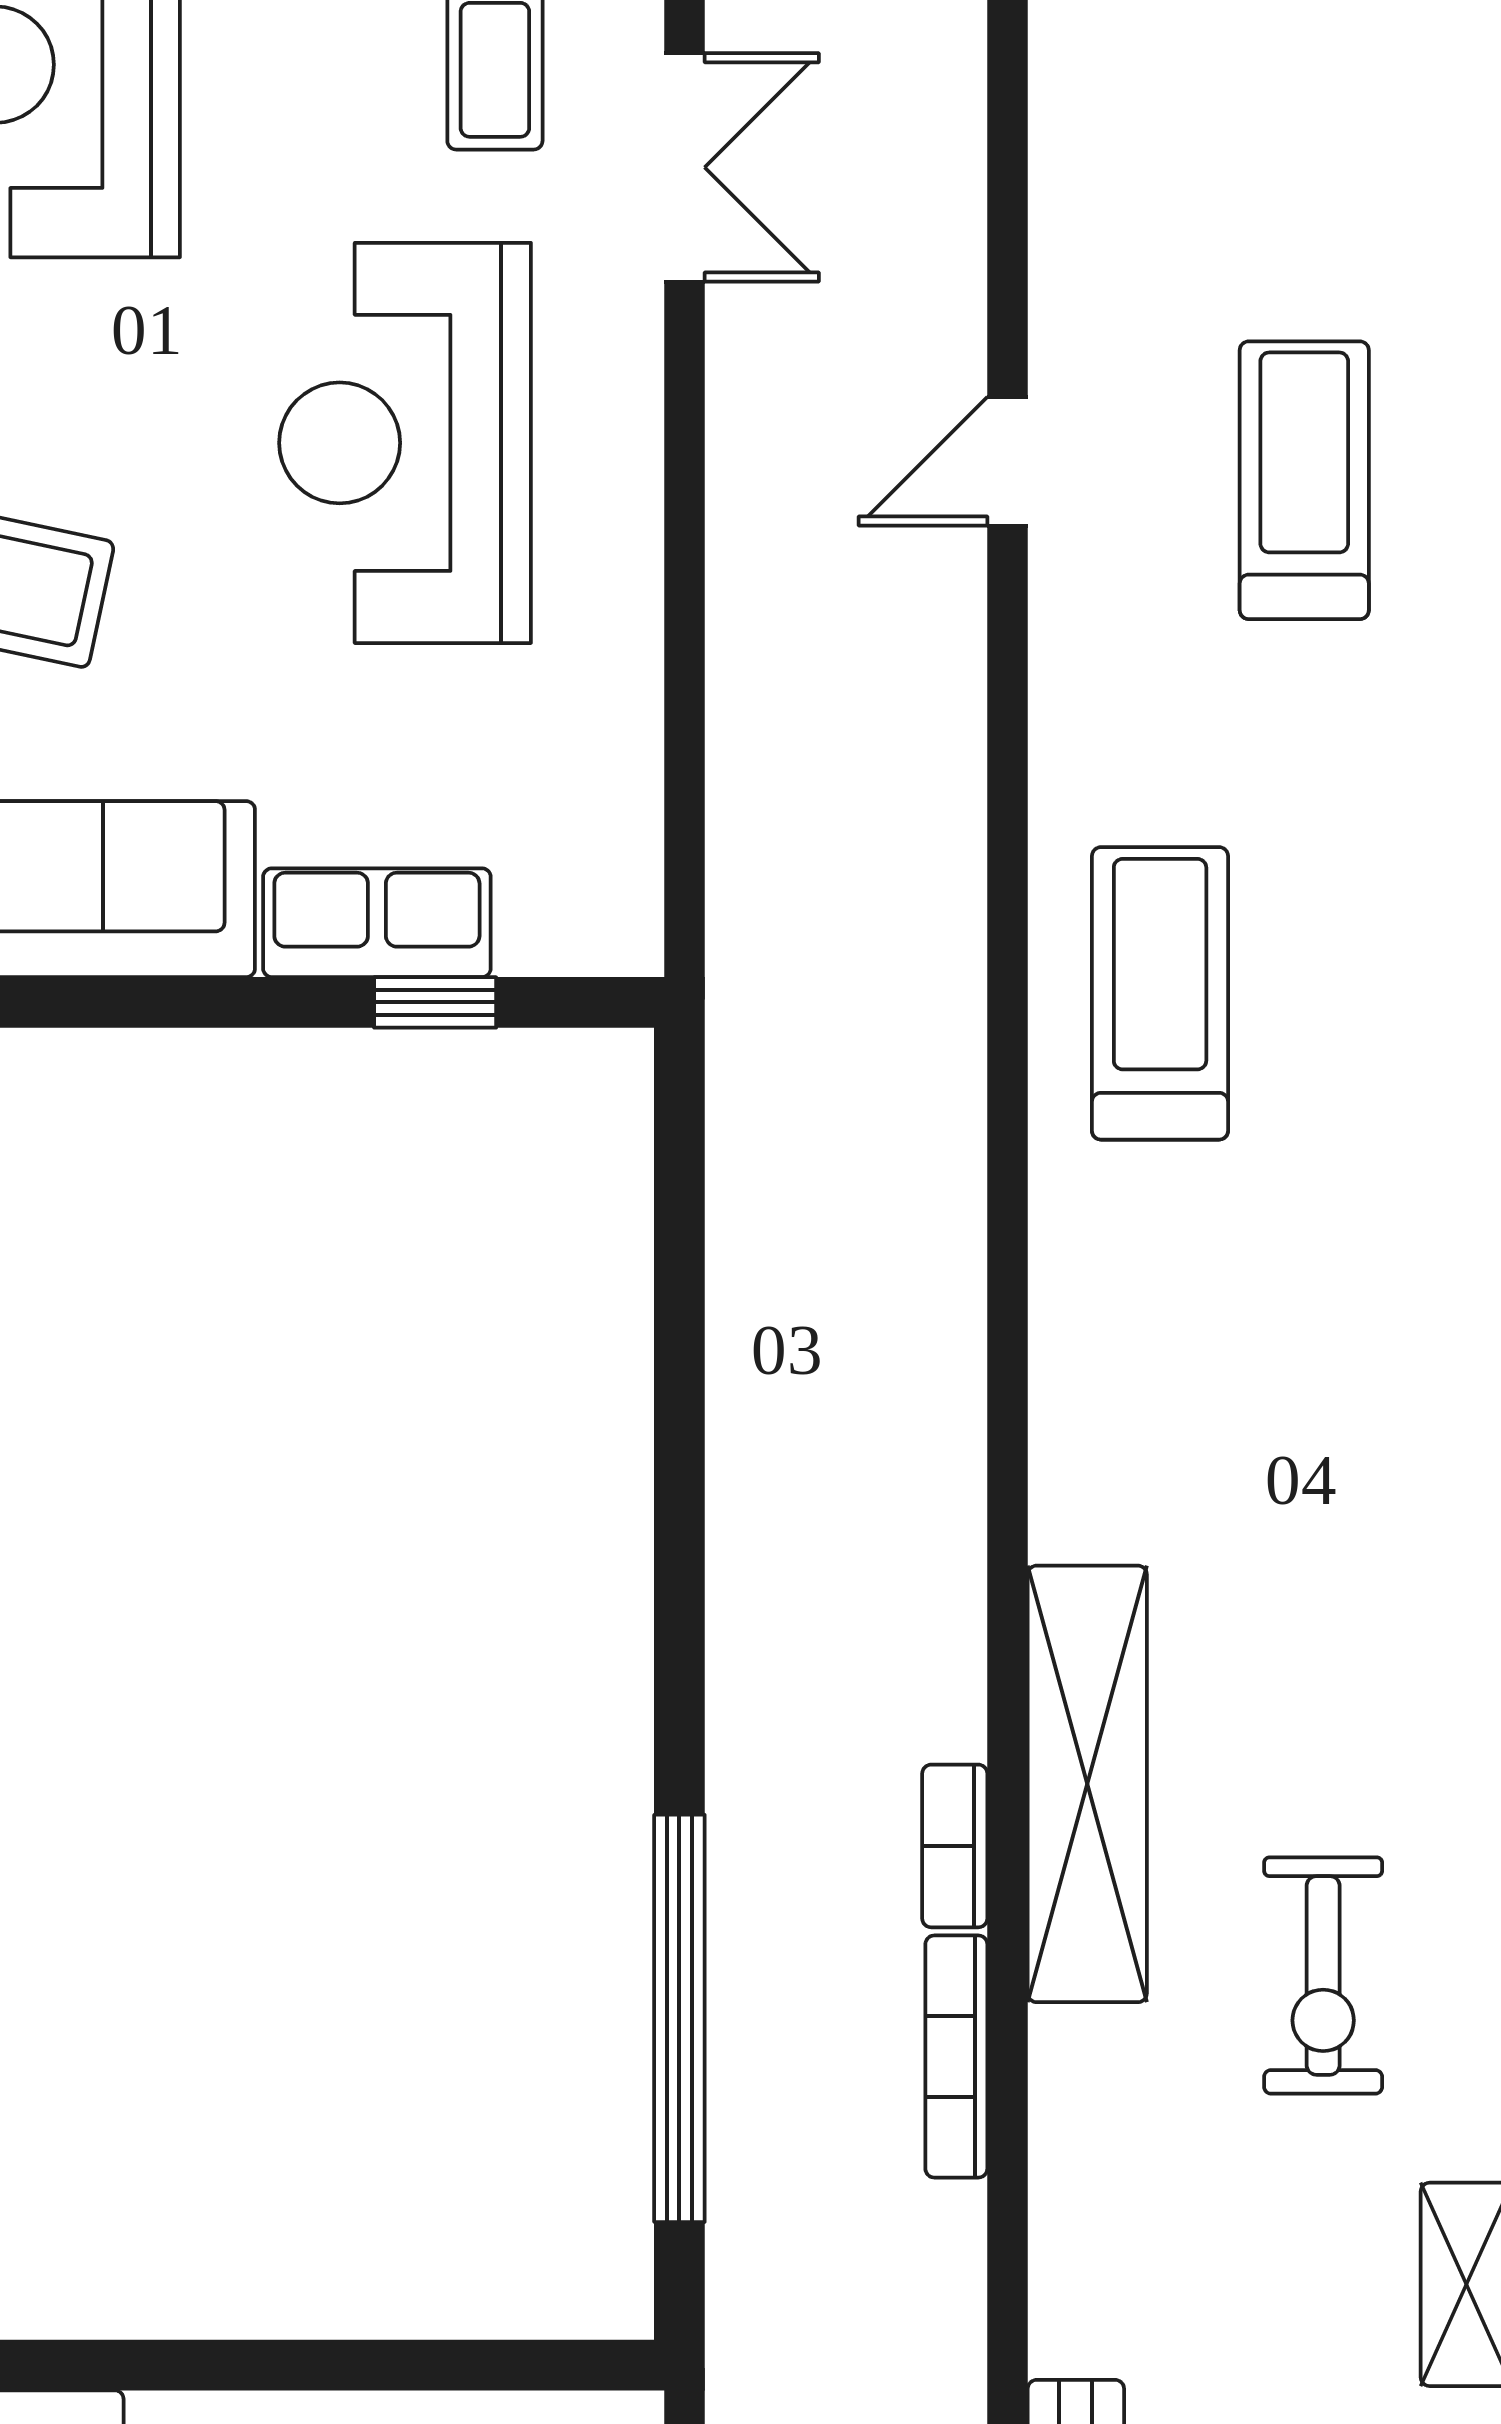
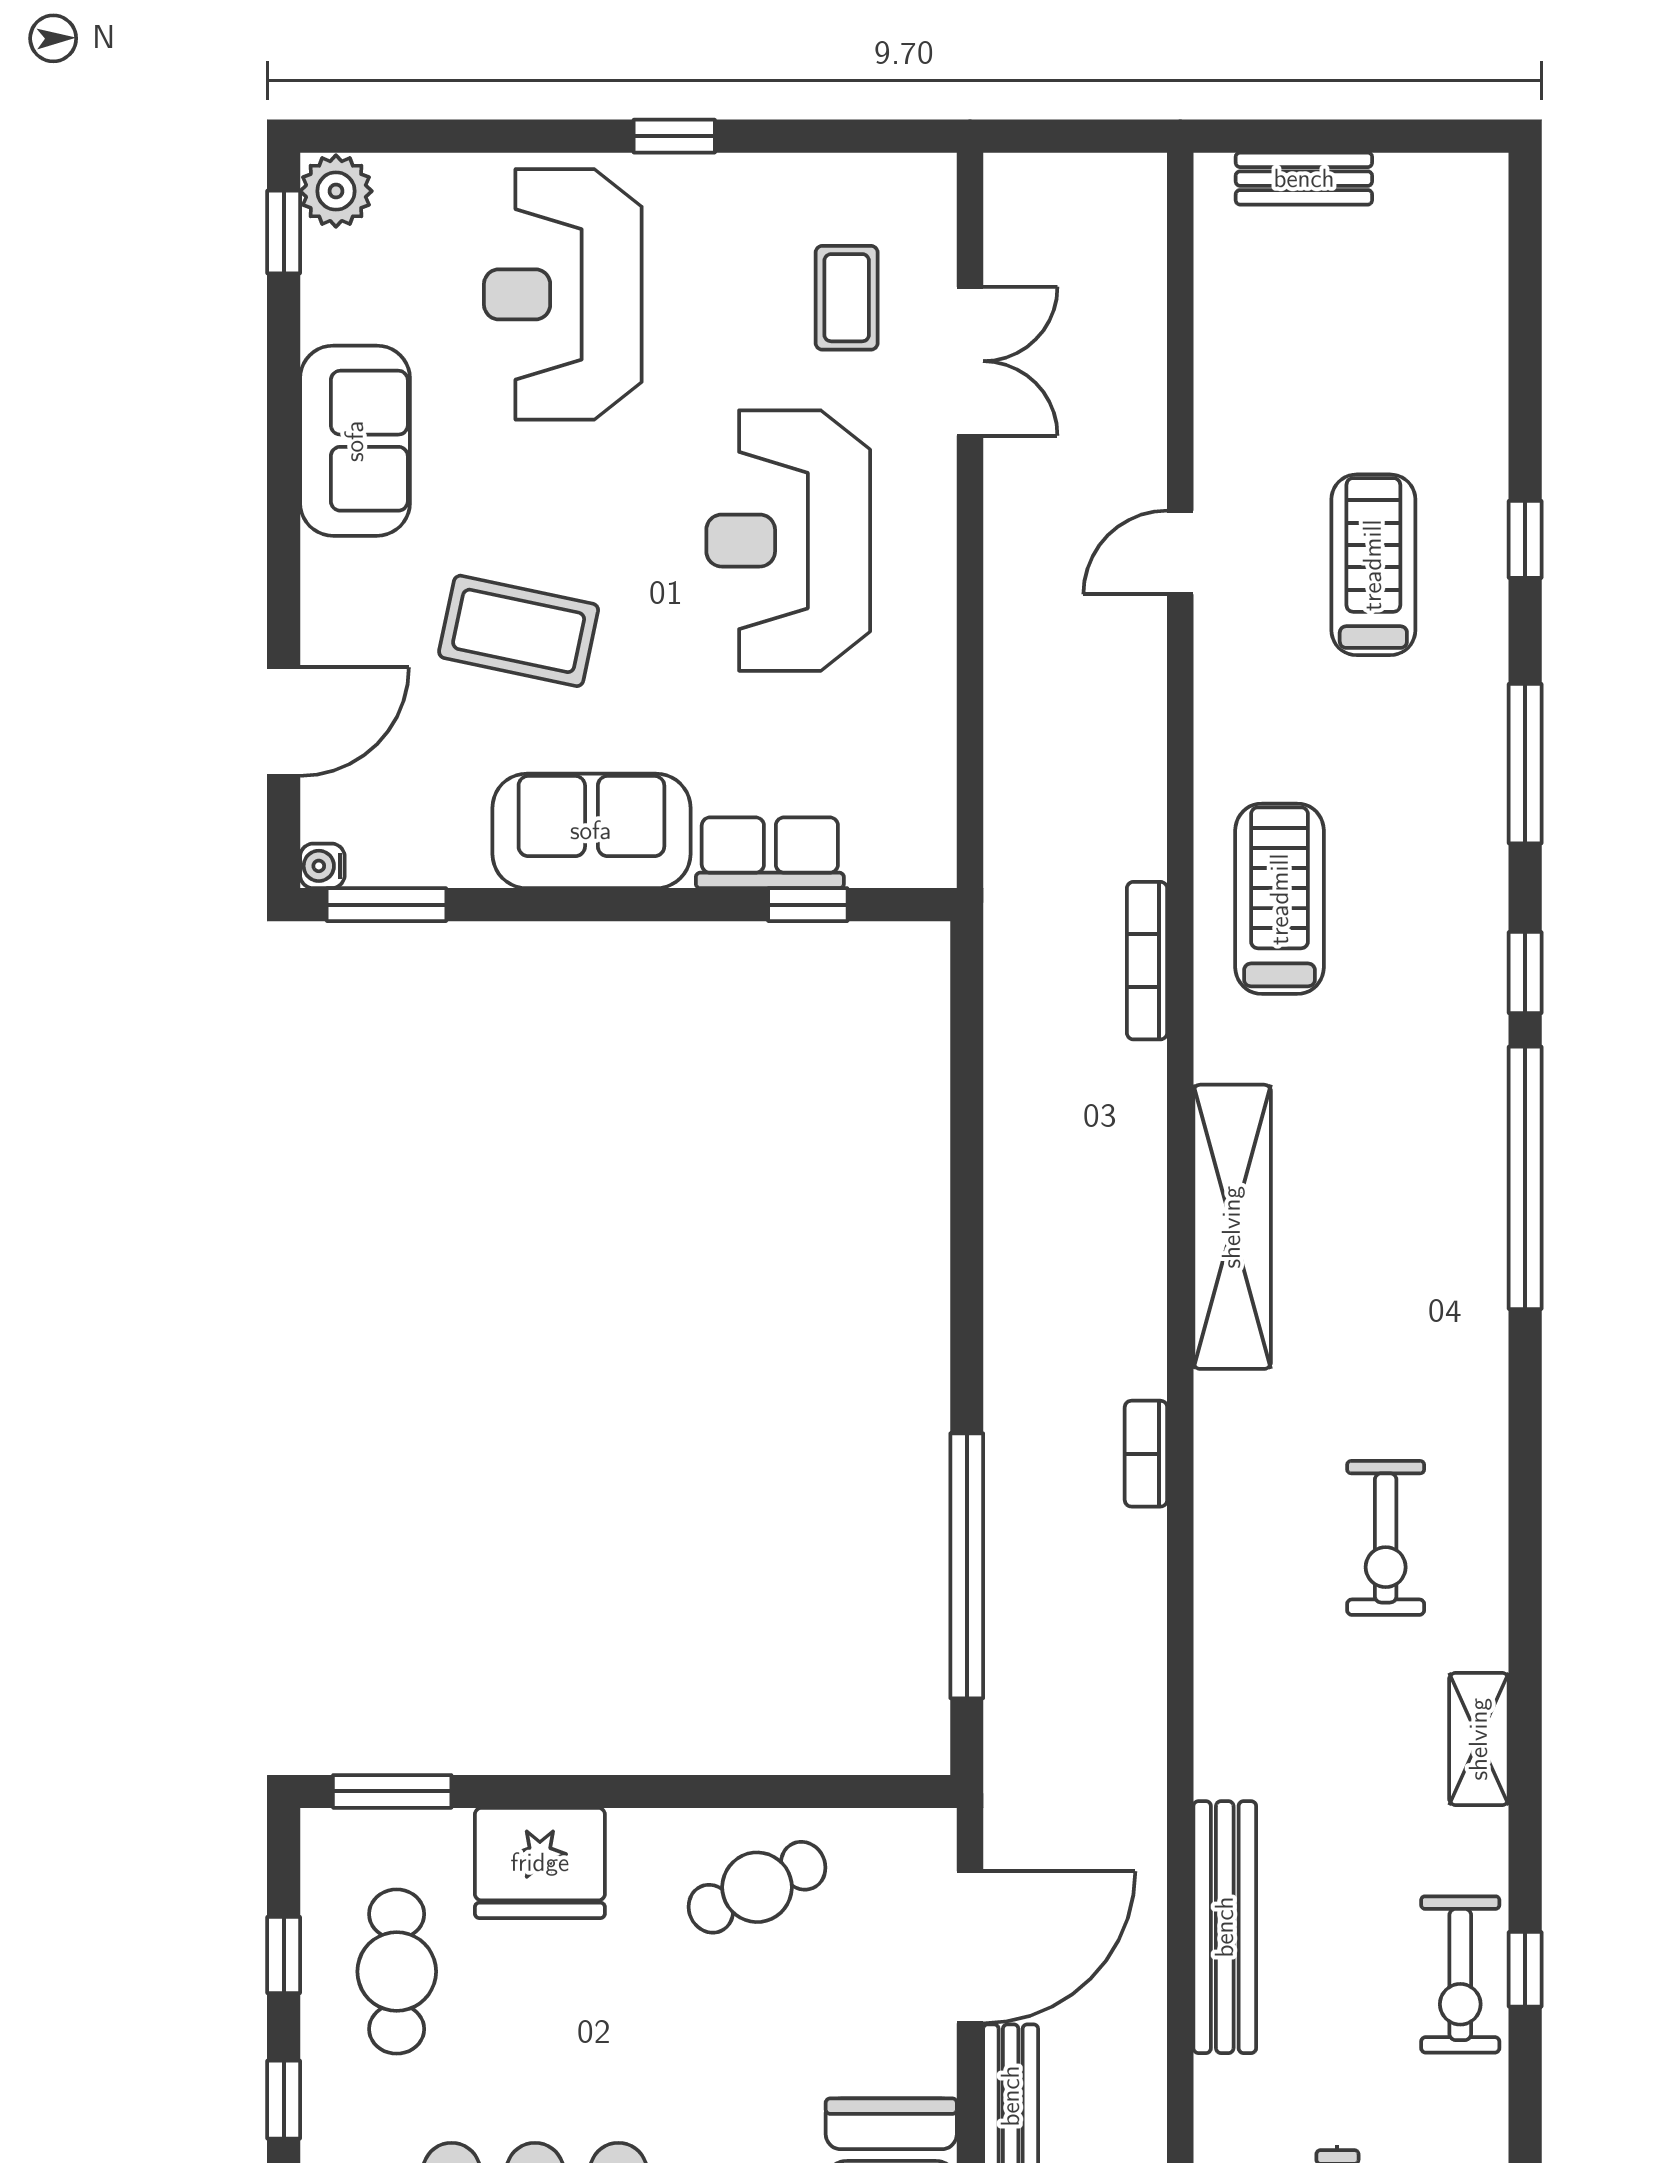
shelving: (1087, 1784) -> (1232, 1227), moved
bookcase: (956, 2056) -> (1147, 961), moved

